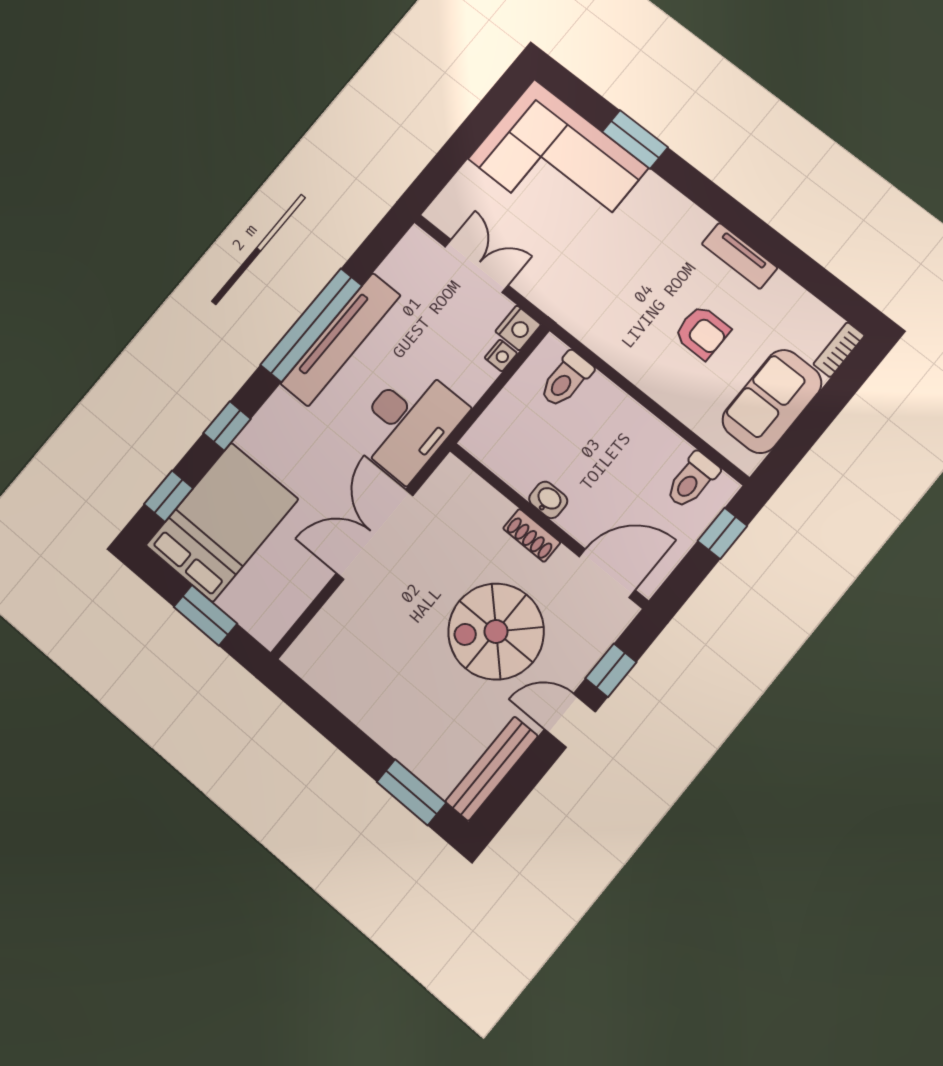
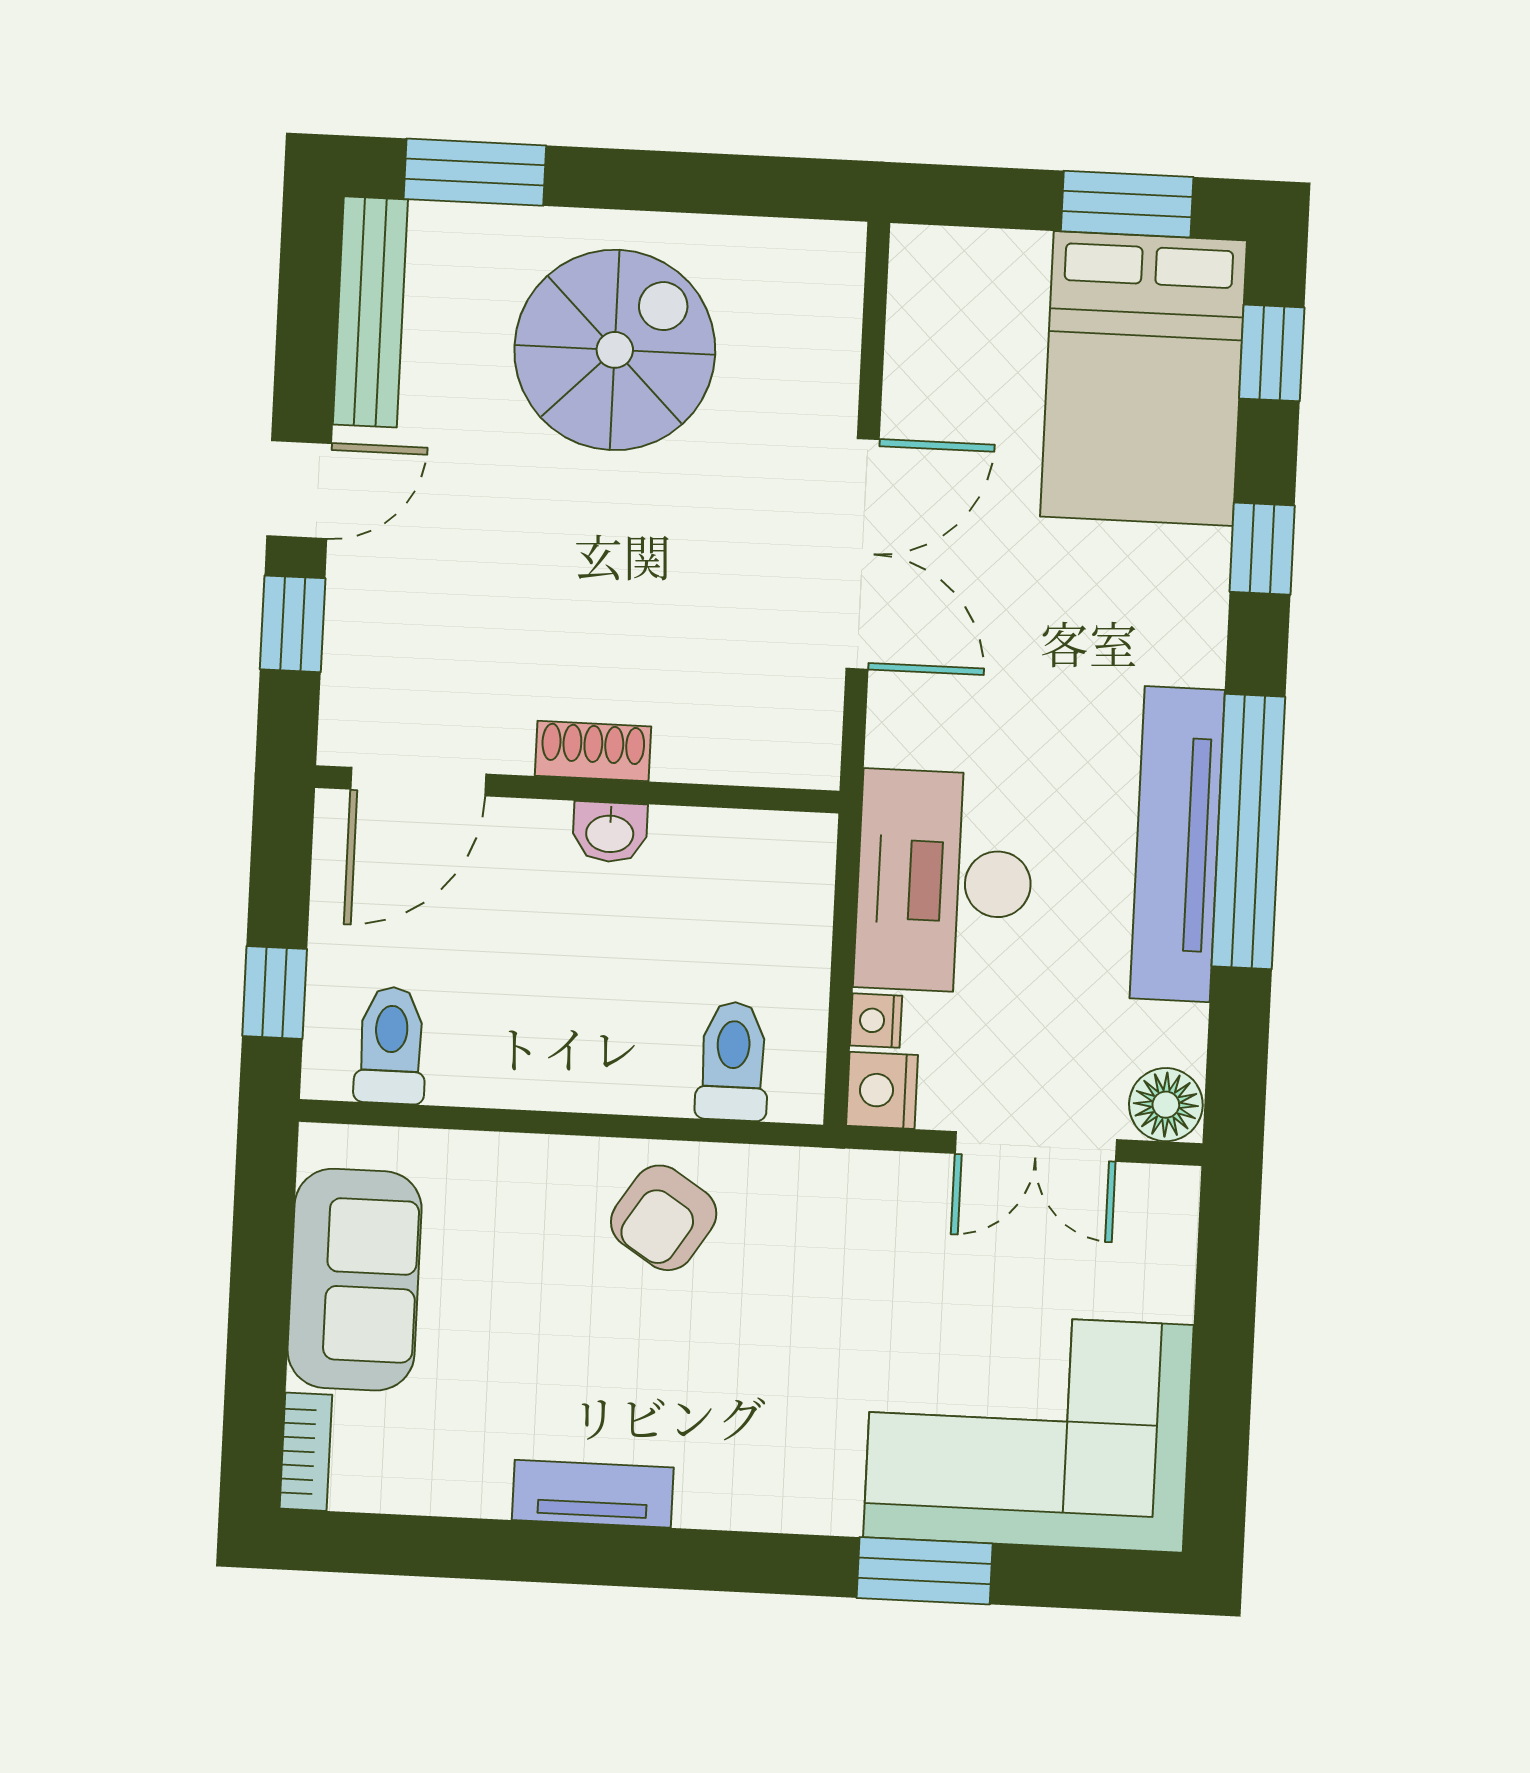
floor lamp: (417, 247) -> (1166, 1105), added
armchair: (702, 332) -> (664, 1218), moved, turned -57
desk: (409, 422) -> (944, 882), moved
window: (205, 615) -> (1127, 204), moved
spiral stairs: (496, 631) -> (615, 350), moved

